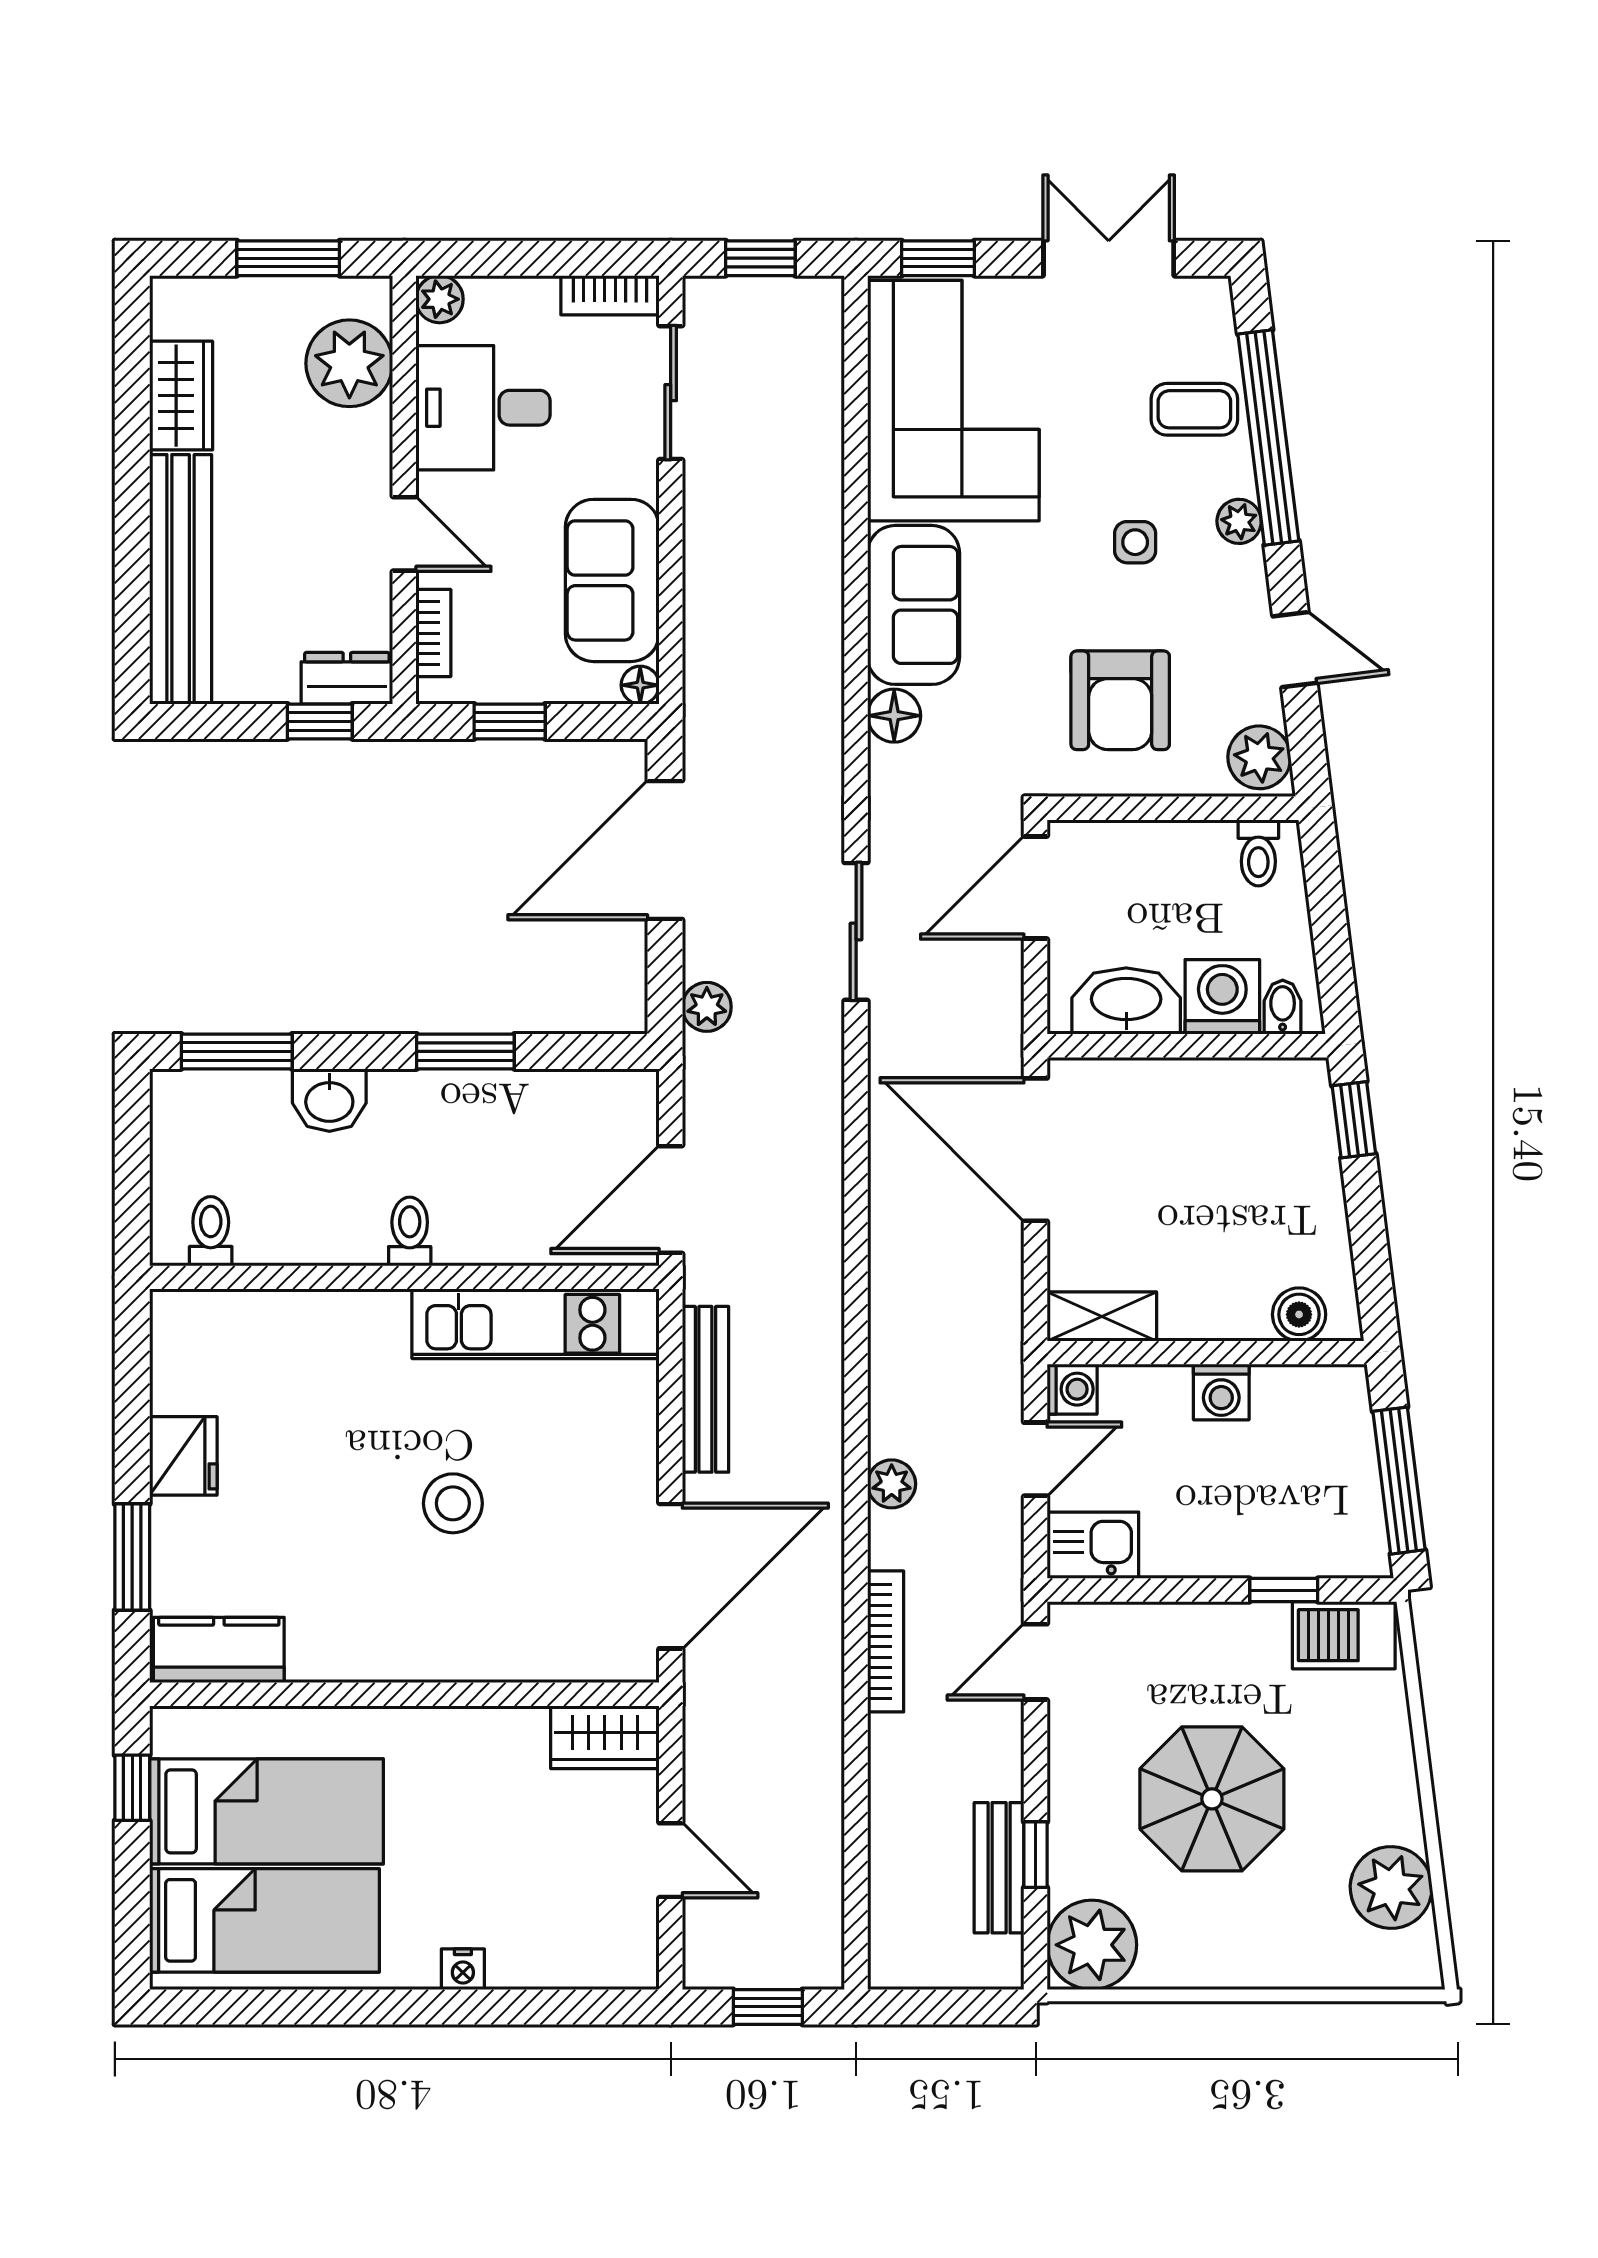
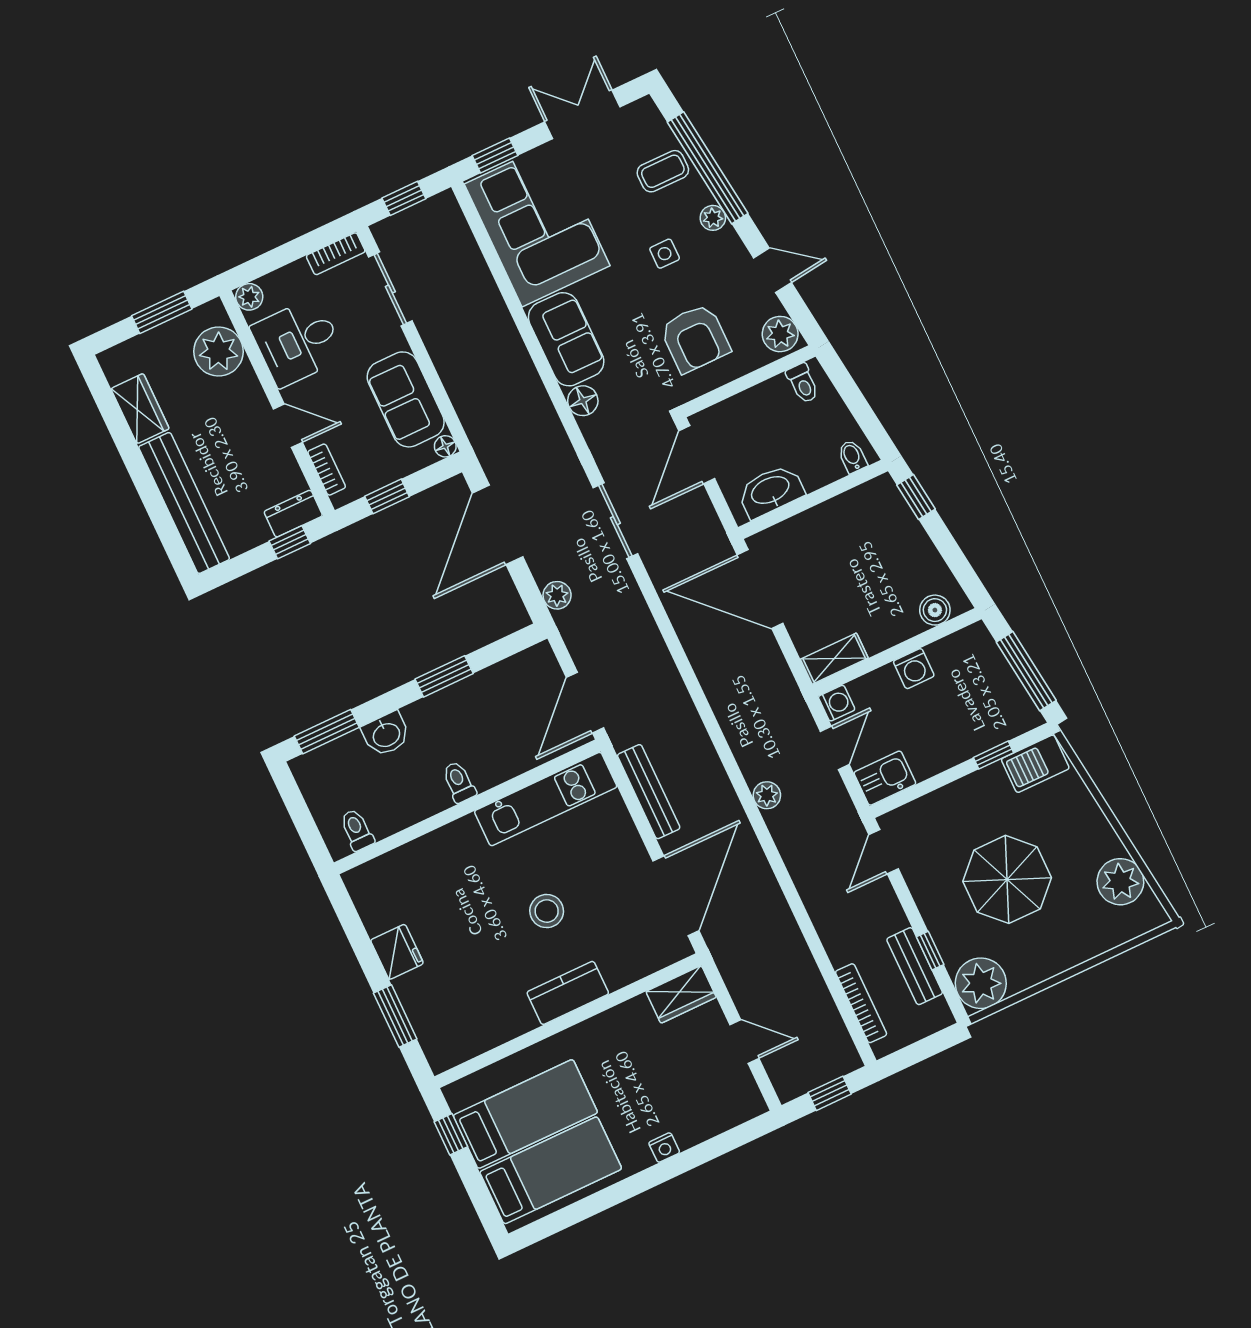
washing machine: (1222, 997) -> (819, 466), removed
bookcase: (886, 1641) -> (861, 1003), moved
kitchen counter: (219, 1650) -> (568, 993), moved

